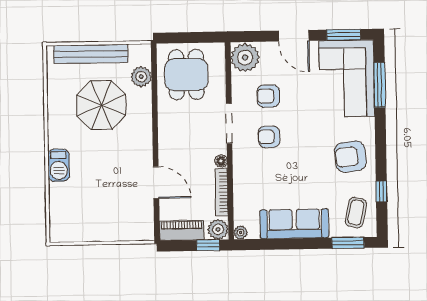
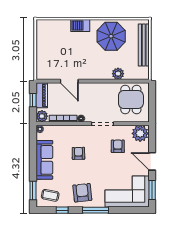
door: (294, 36) -> (152, 161), hinge flipped
dining table: (186, 75) -> (131, 99), turned 90
plant: (141, 77) -> (118, 74), moved
window: (380, 85) -> (96, 210), moved
parasol: (101, 105) -> (111, 36), moved
armchair: (269, 137) -> (78, 153), moved
door: (156, 183) -> (69, 81), hinge flipped
window: (208, 245) -> (33, 100), moved

